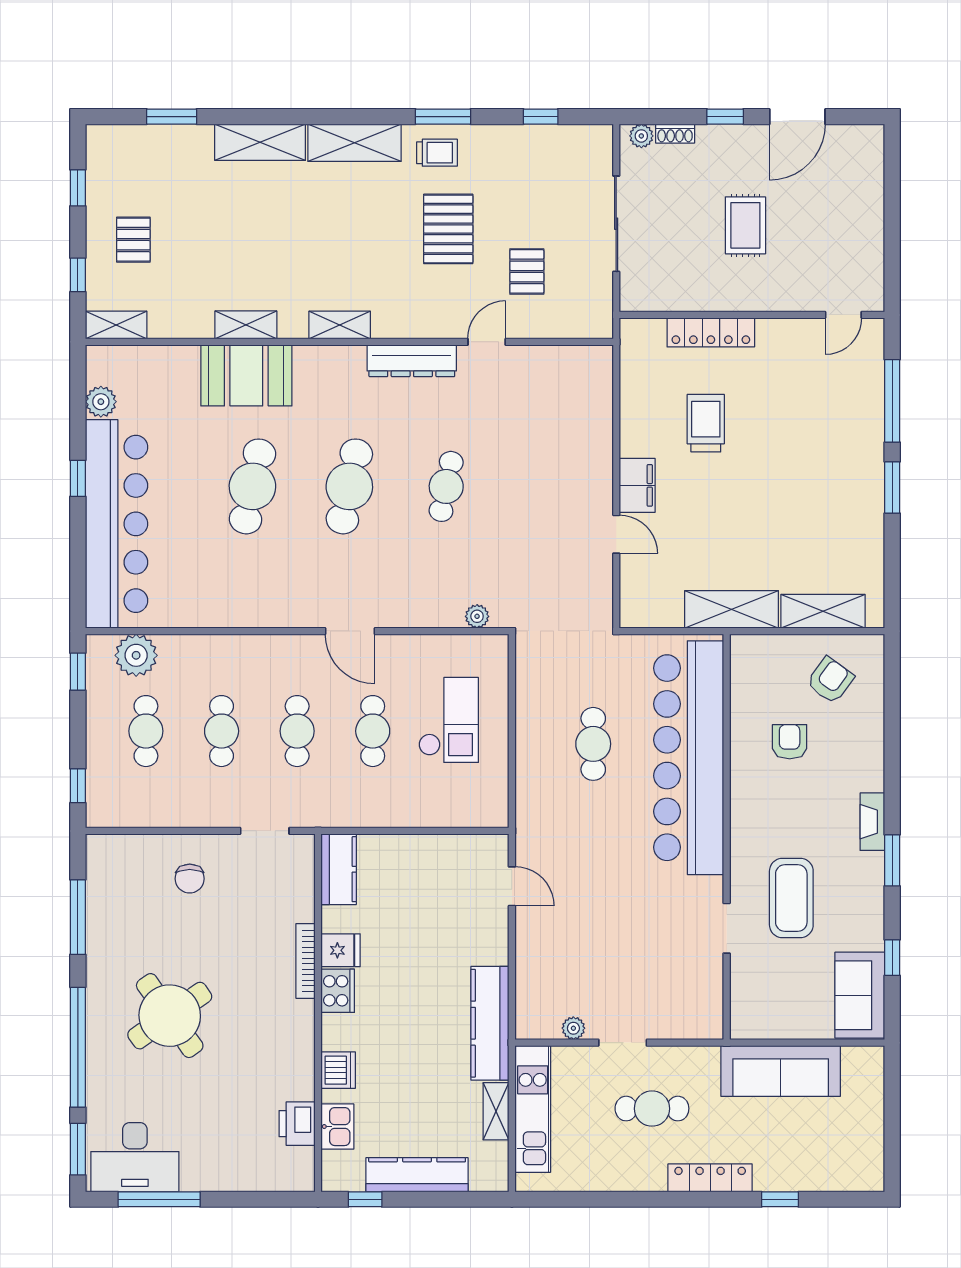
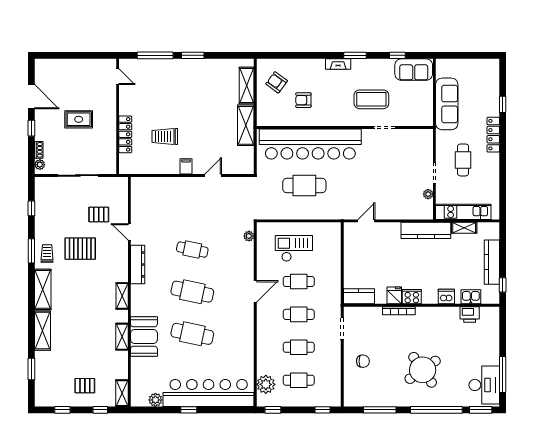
filing cabinet: (637, 485) -> (186, 166), width x0.50
cafe table: (593, 744) -> (304, 186), width x1.37, depth x1.35

